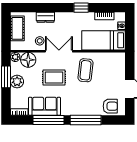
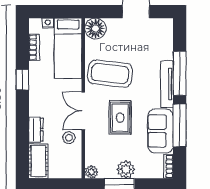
cot: (17, 28) -> (38, 161), moved, turned 90
floor lamp: (28, 60) -> (95, 29), moved
coffee table: (86, 70) -> (110, 74), width x1.36, depth x1.32
armchair: (110, 106) -> (160, 39), removed
tv unit: (78, 111) -> (167, 84), added

